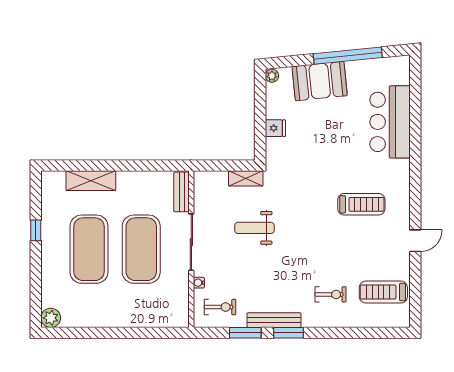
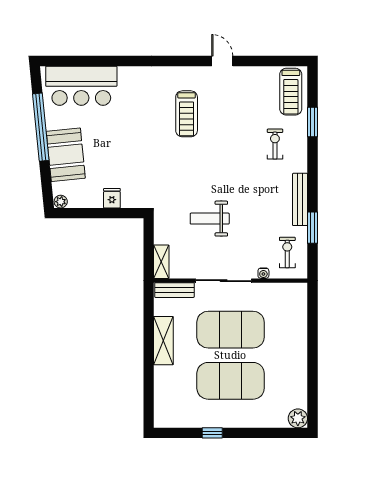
bar counter: (390, 122) -> (81, 86), moved
shelving: (246, 178) -> (161, 262), moved
shelving: (91, 181) -> (163, 341), moved
treadmill: (361, 204) -> (187, 114), turned 180
weight bench: (254, 228) -> (210, 219), turned 90
treadmill: (383, 292) -> (291, 92), moved
window: (289, 333) -> (312, 122), moved

